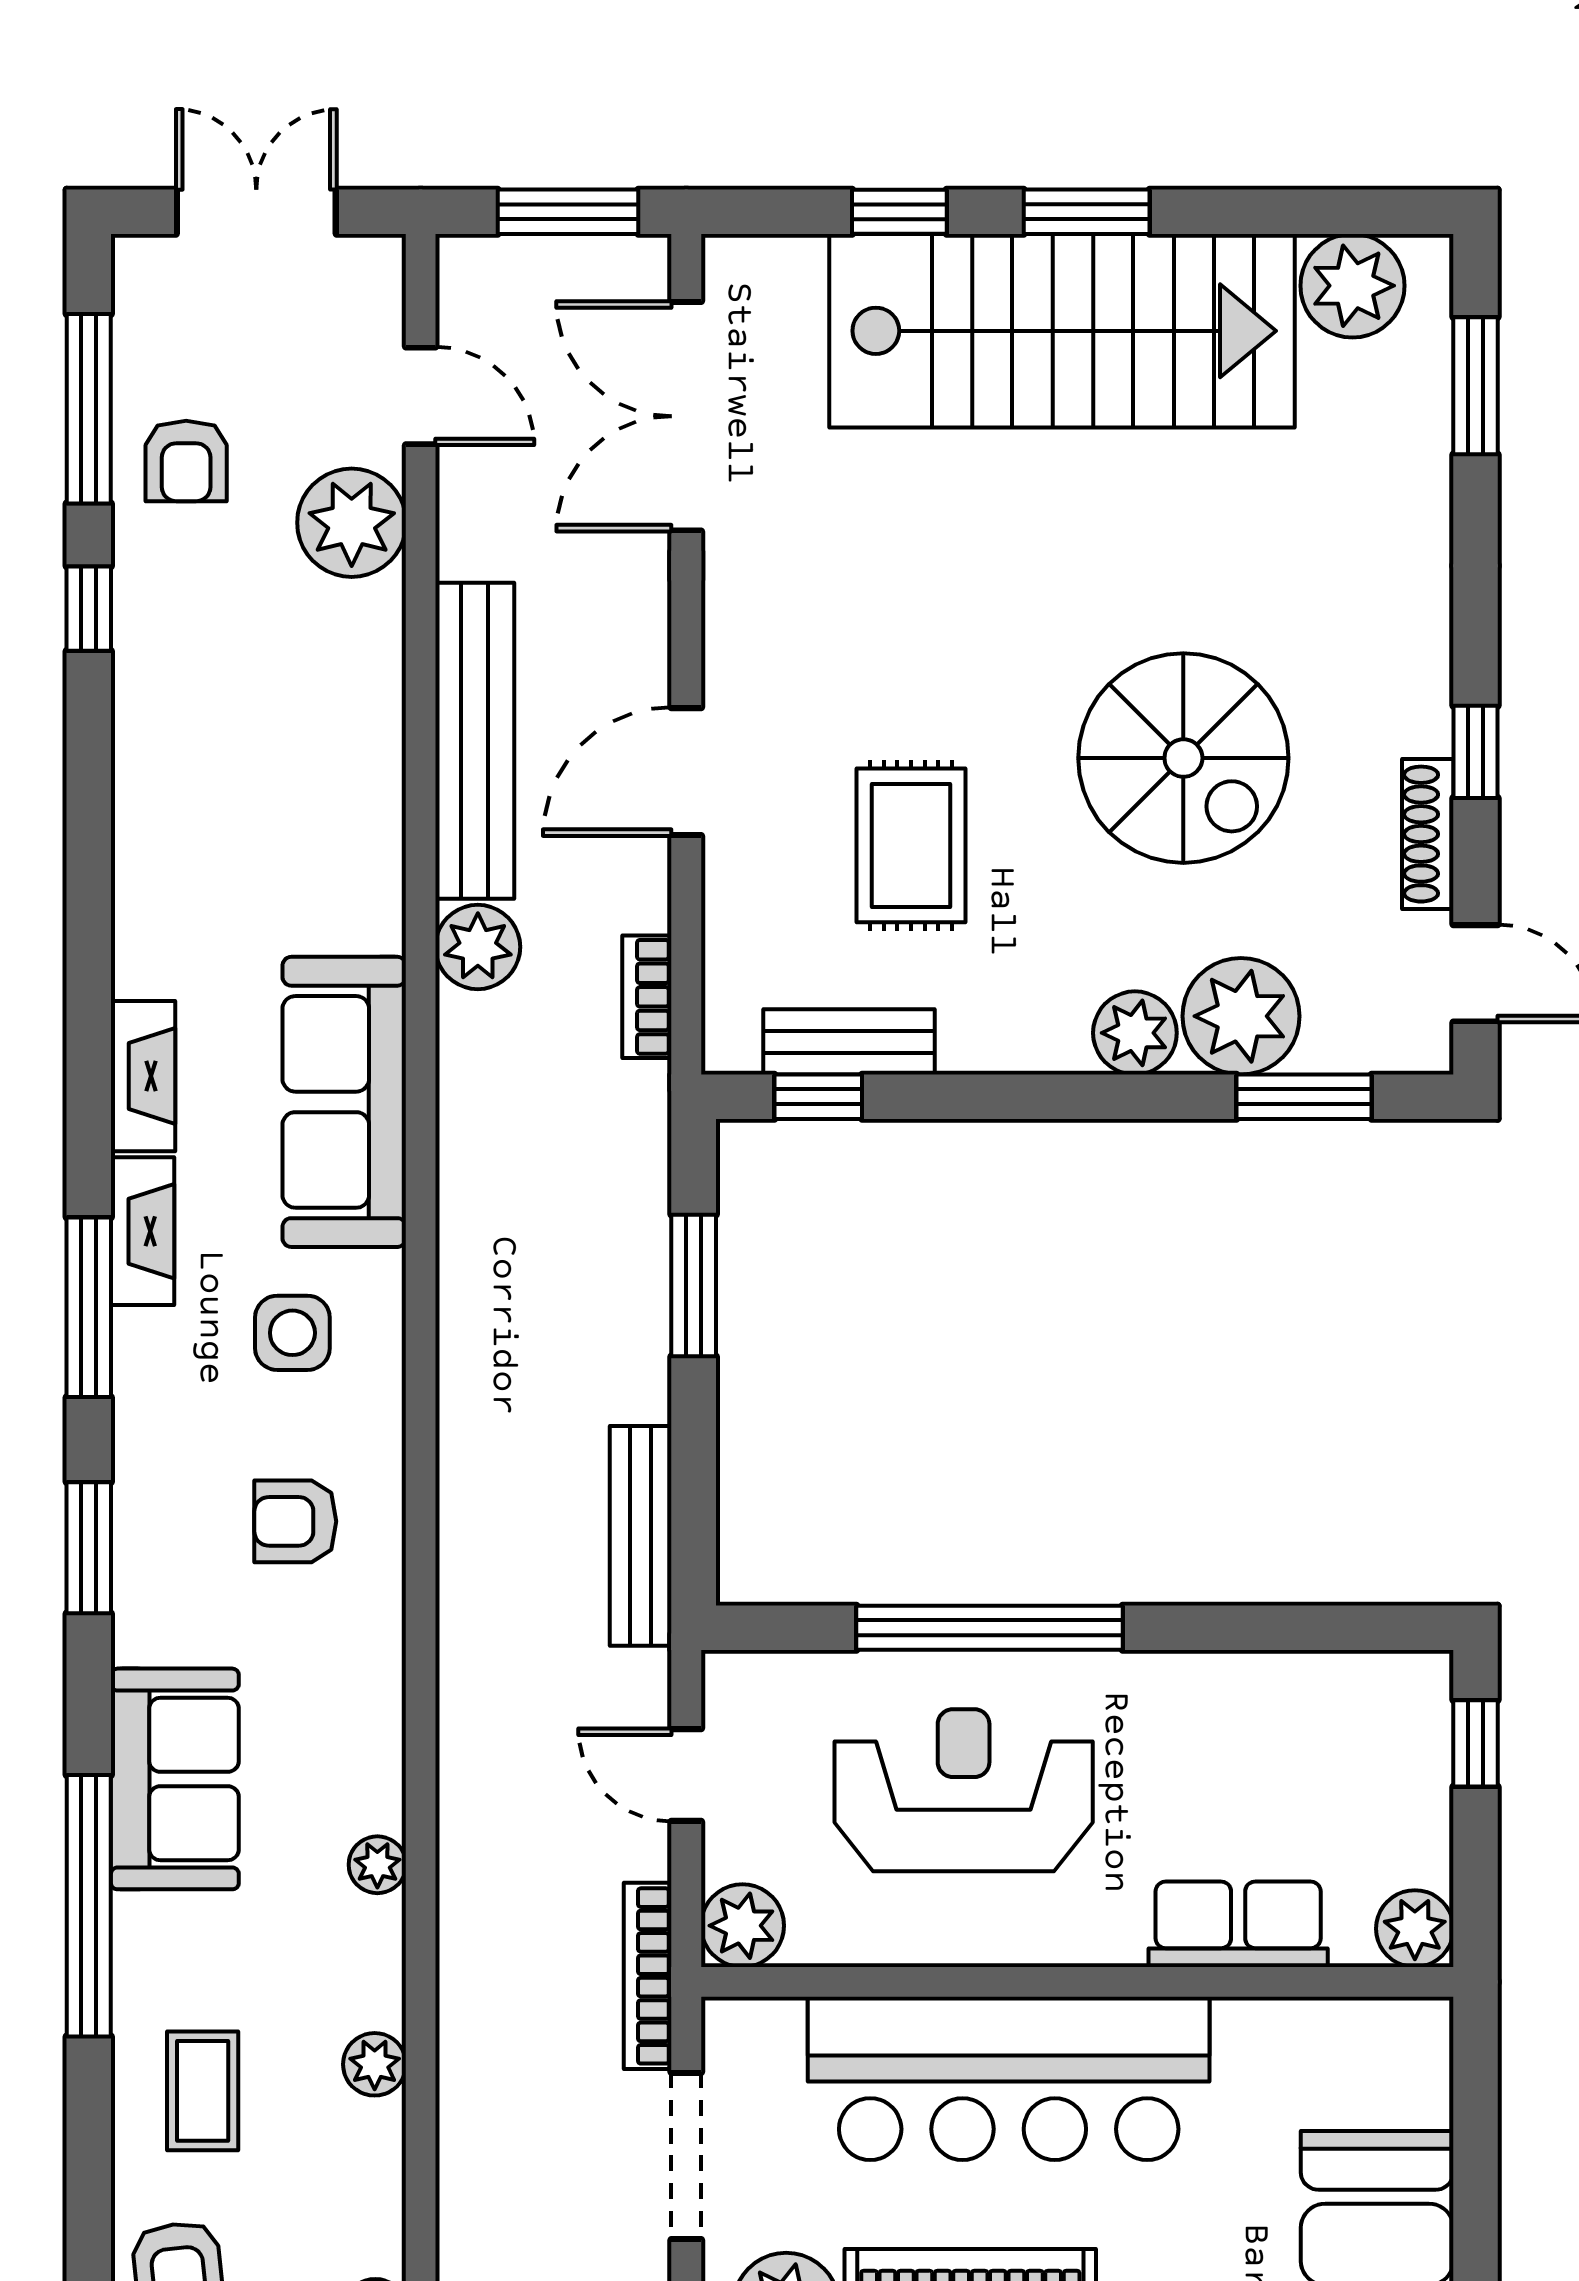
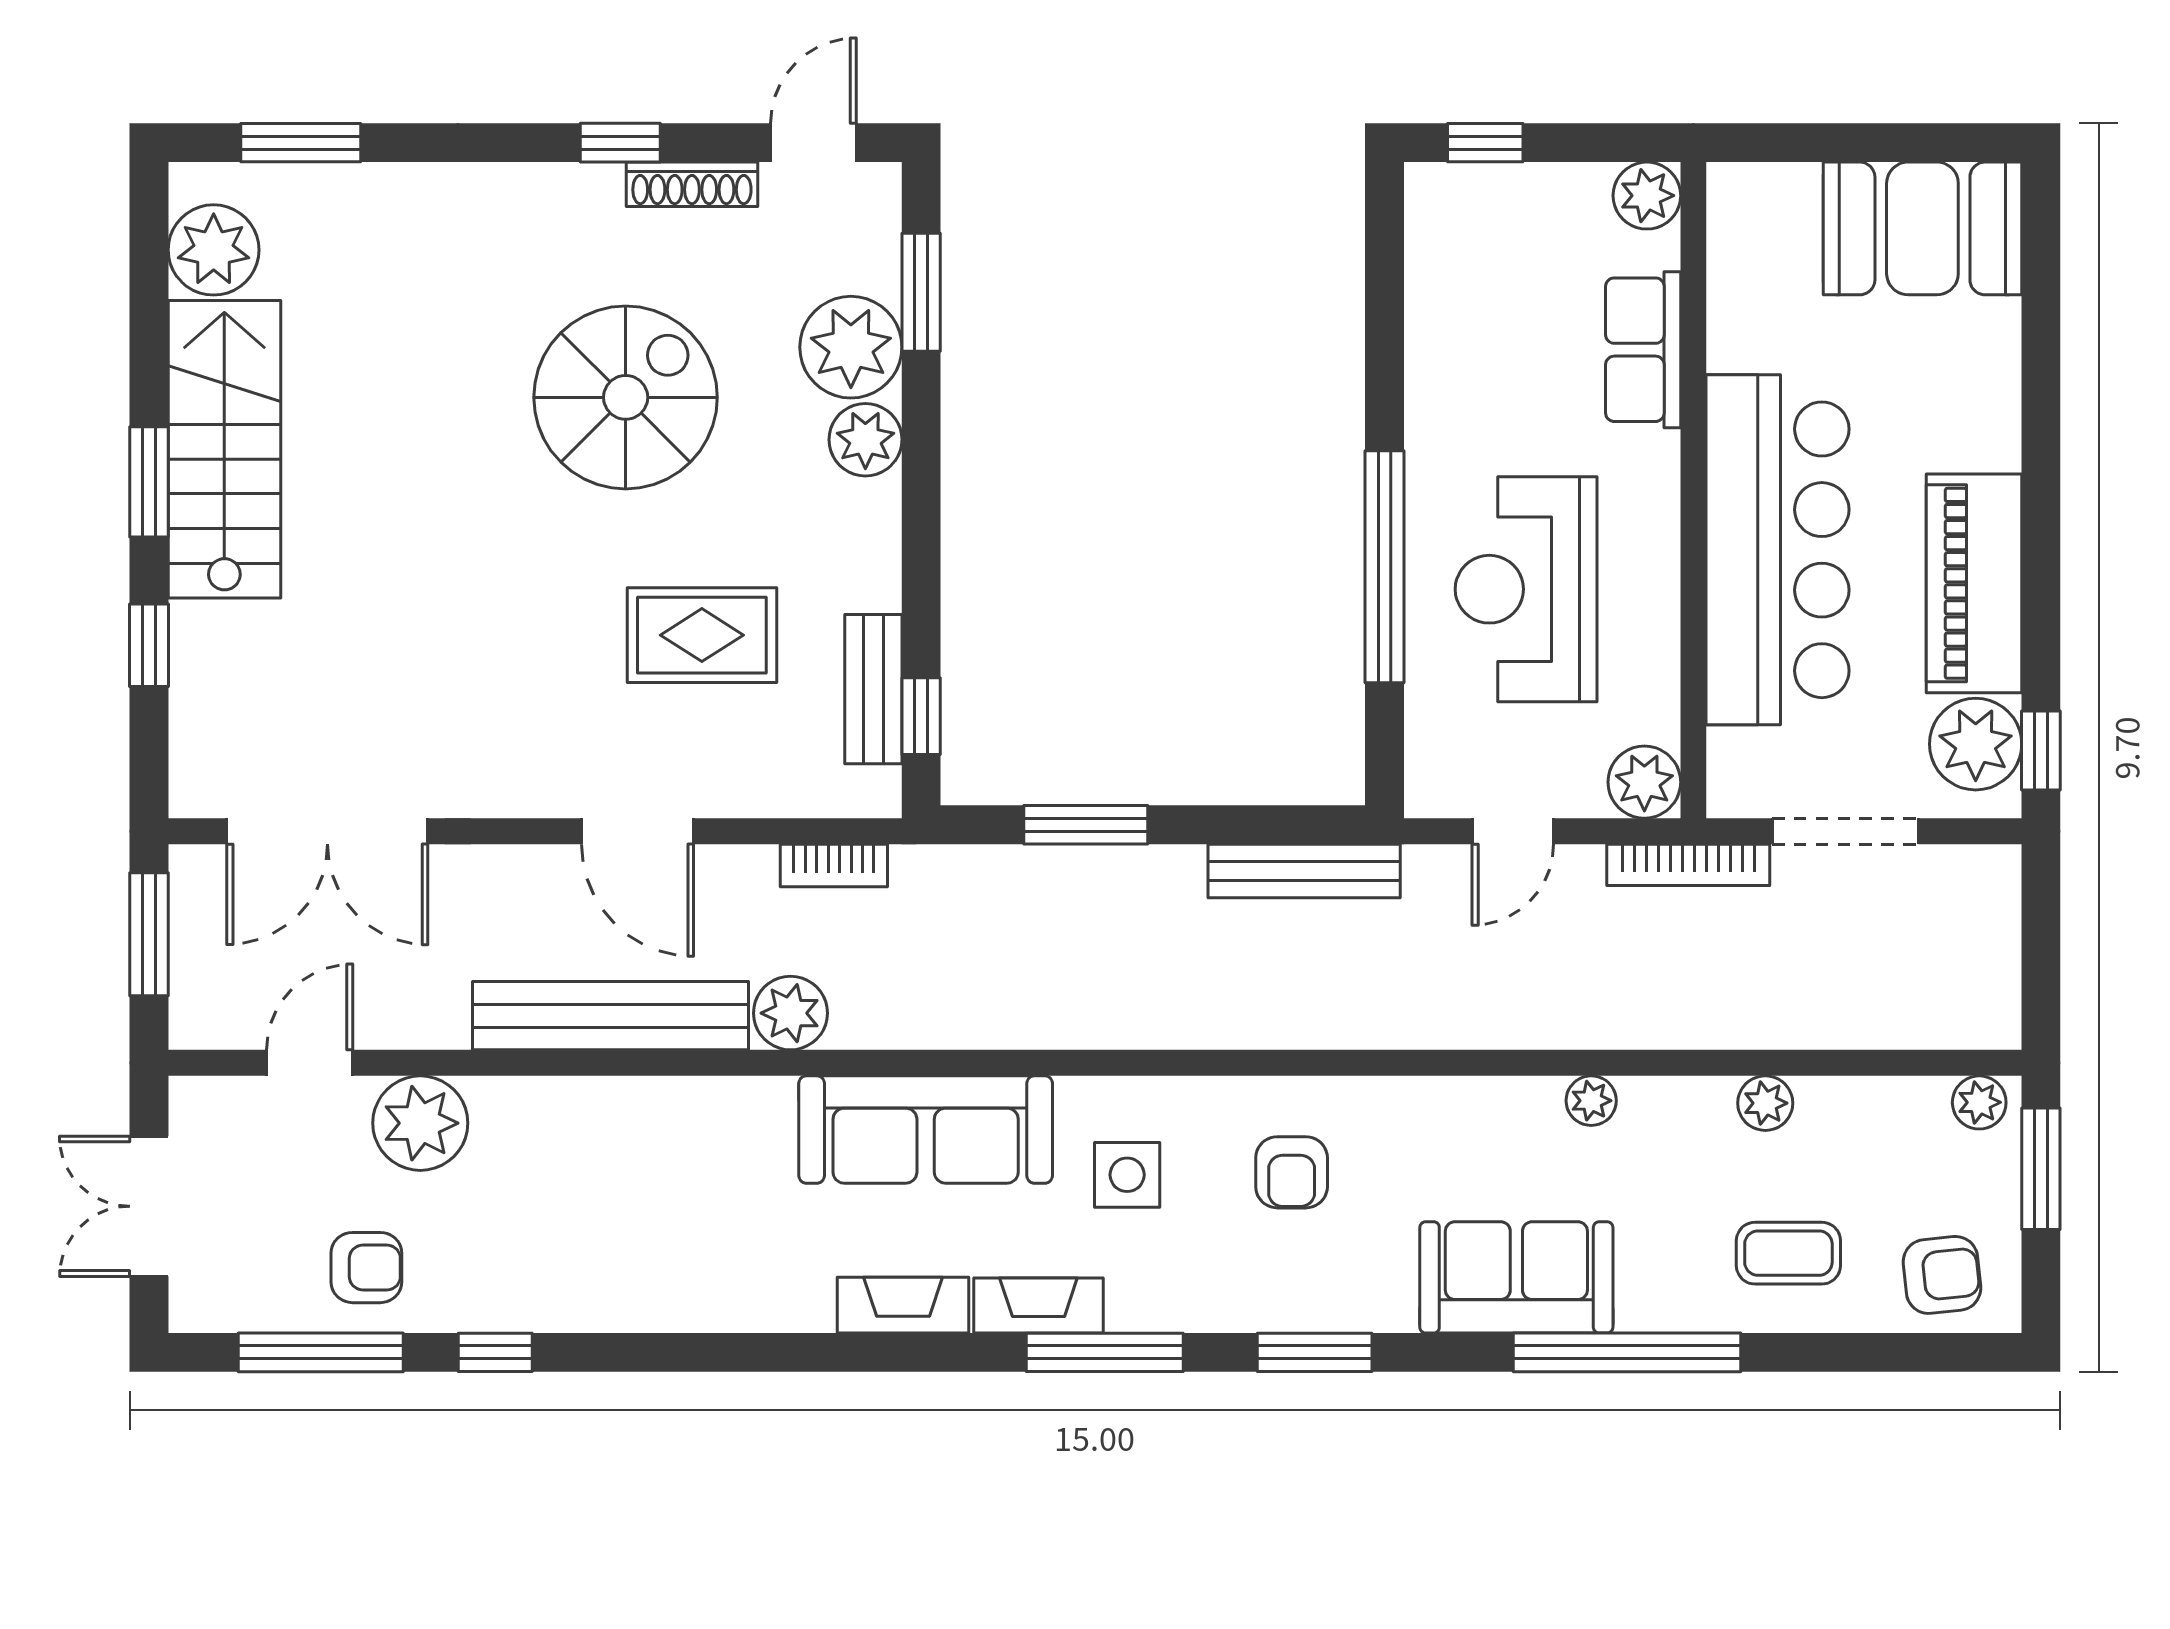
stairs: (1062, 331) -> (224, 449), width x0.73, depth x0.66

